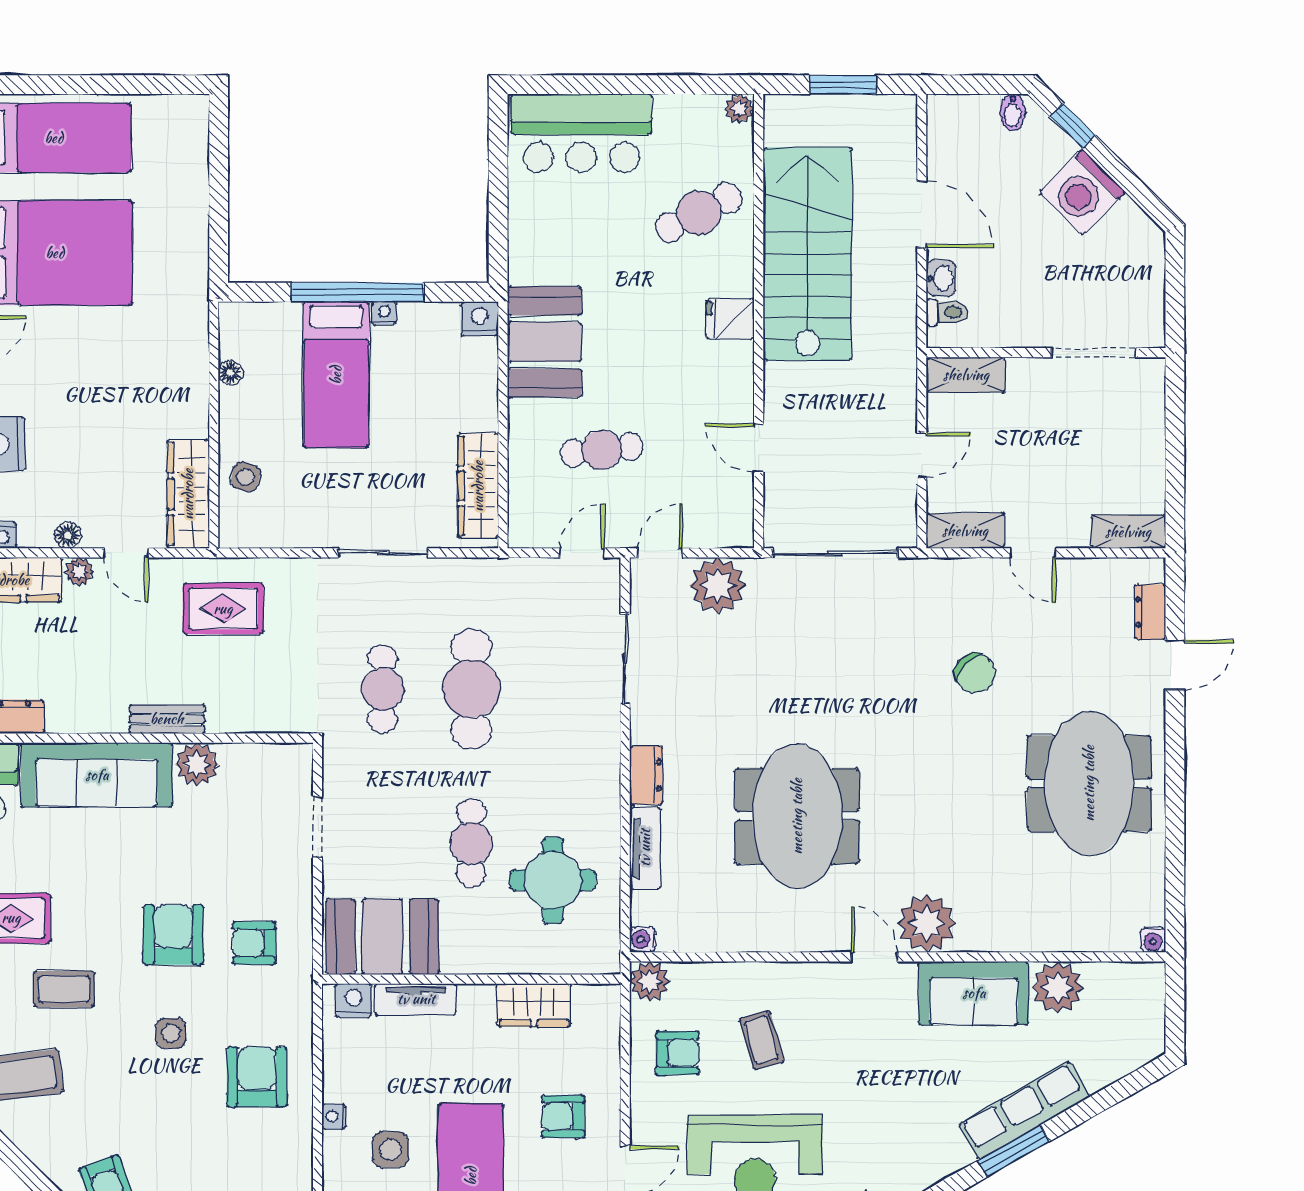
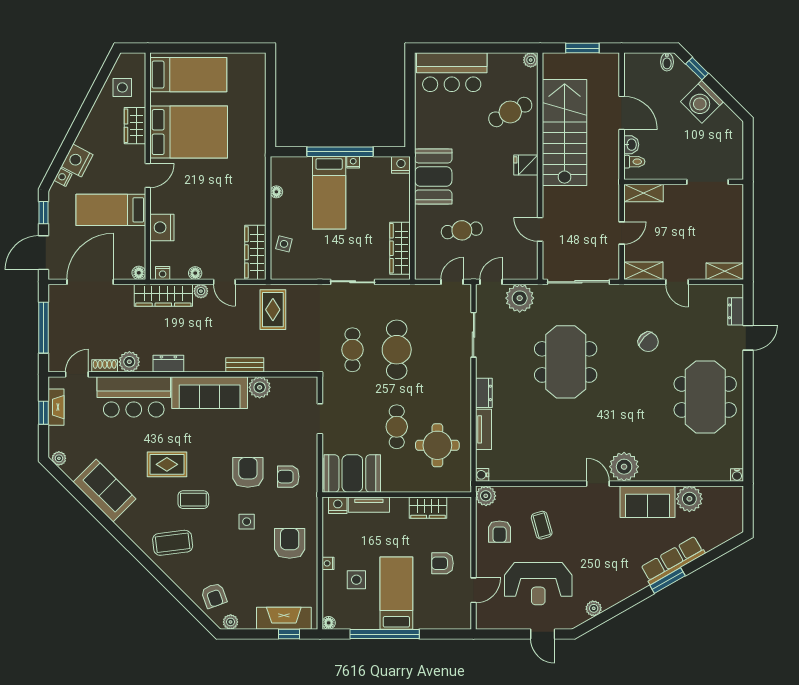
rug: (223, 609) -> (273, 310), turned 90
meeting table: (797, 816) -> (566, 362), moved
armchair: (677, 1053) -> (500, 532), turned 90

